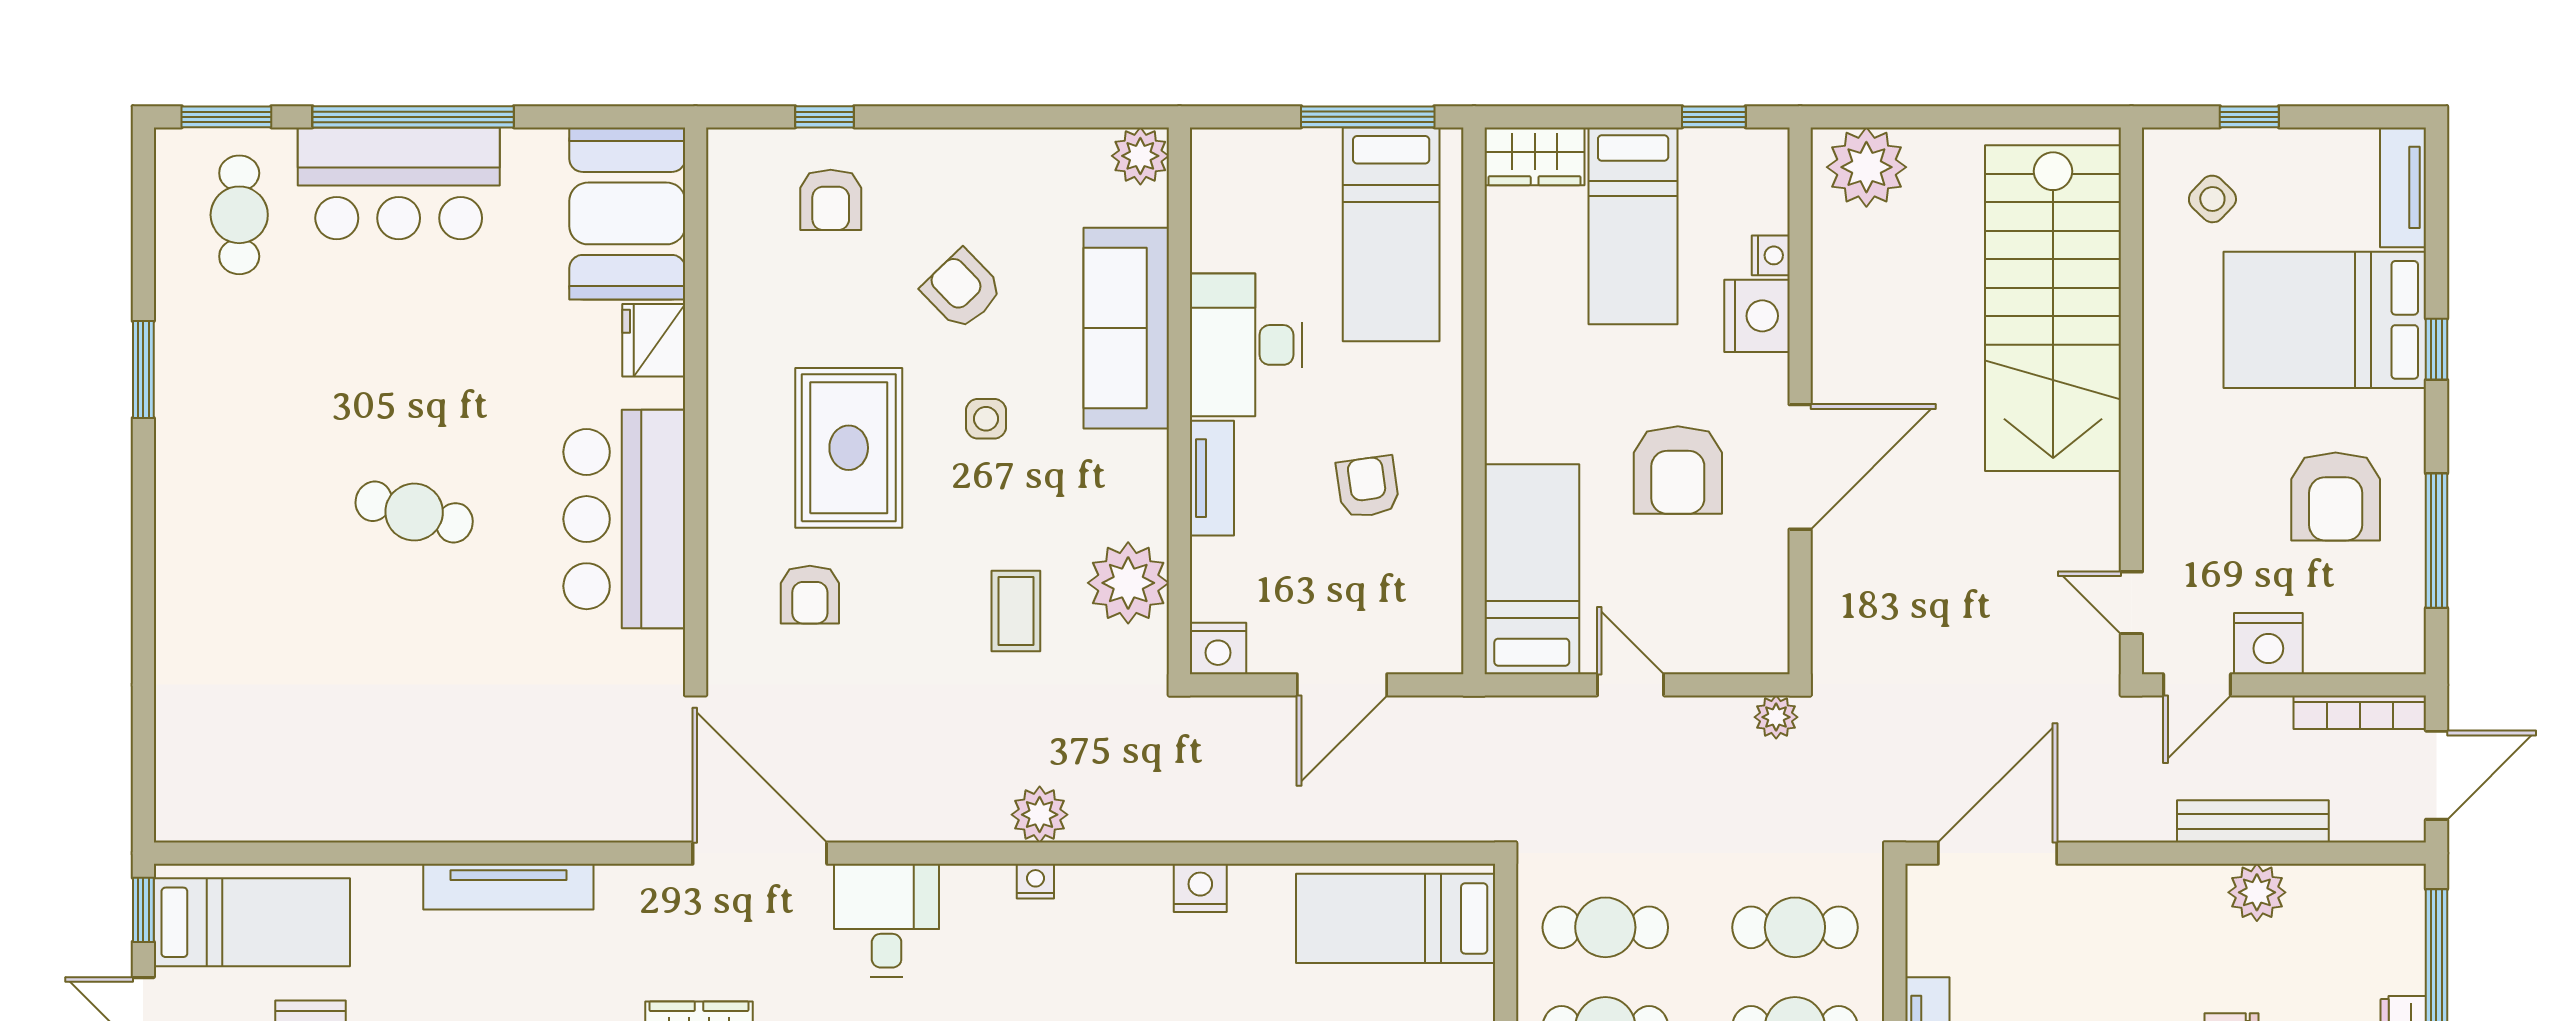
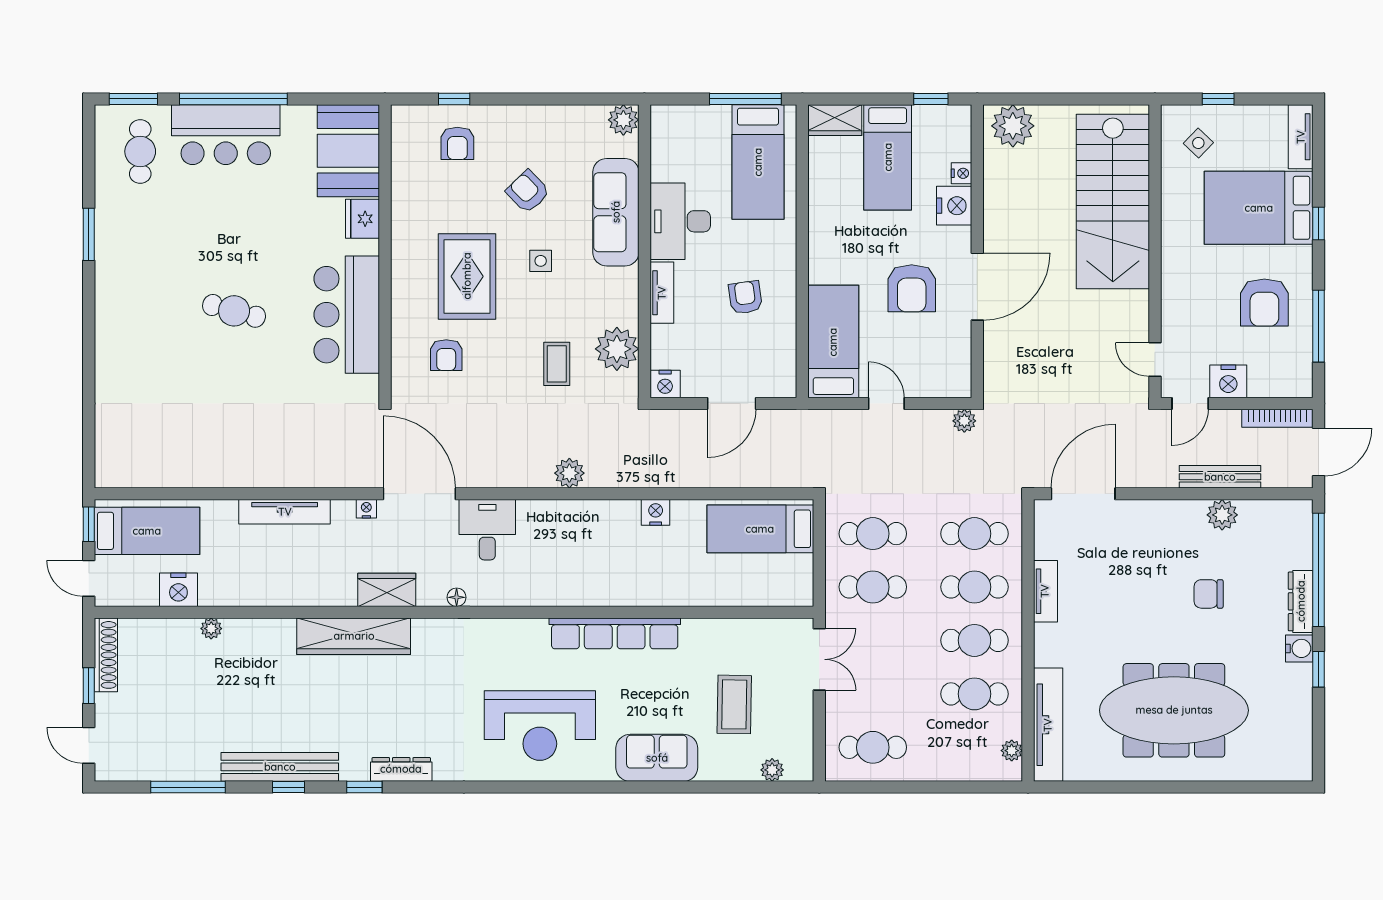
nightstand: (1035, 881) -> (366, 509), moved

